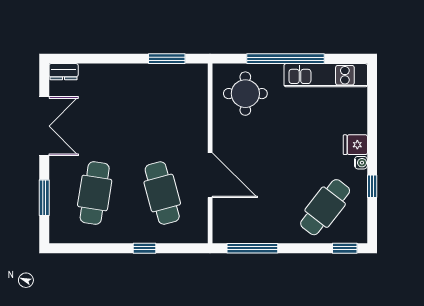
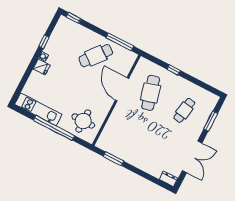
double door: (44, 126) -> (192, 157), swing flipped
cafe table: (95, 193) -> (184, 110), width x0.73, depth x0.74
cafe table: (325, 207) -> (96, 56), moved

